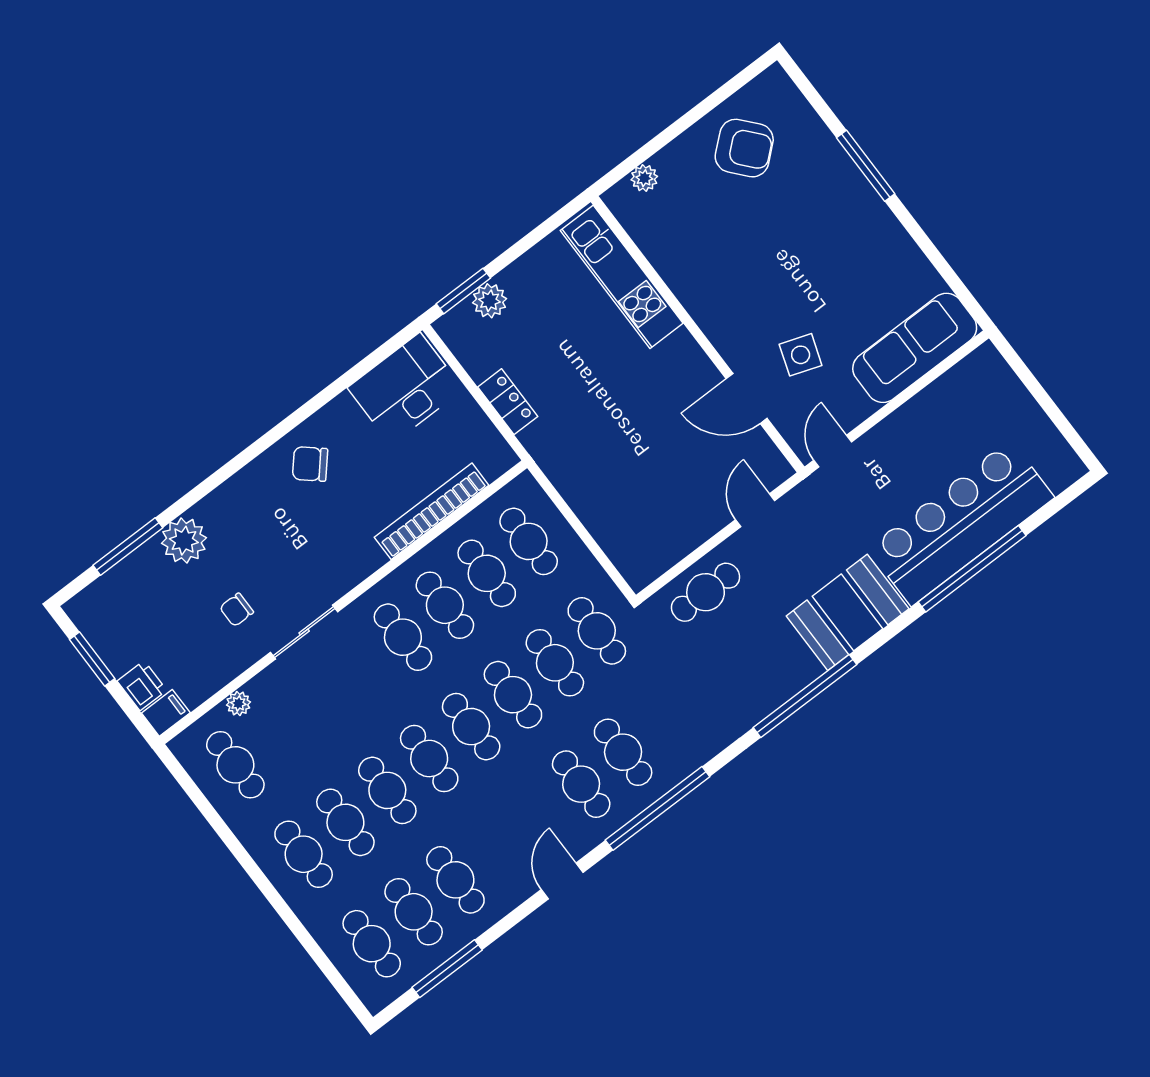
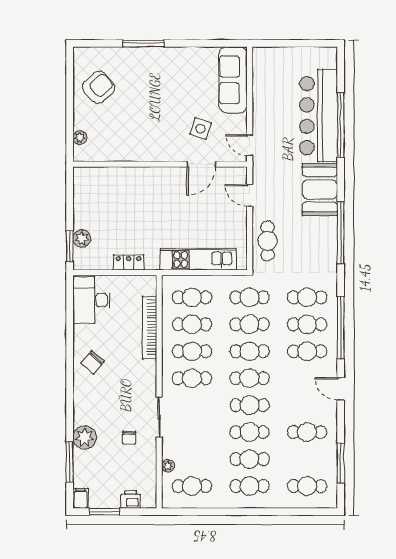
kitchen unit: (622, 277) -> (198, 259), moved, turned 180
filing cabinet: (166, 713) -> (80, 498), moved
cafe table: (414, 912) -> (307, 297), moved

